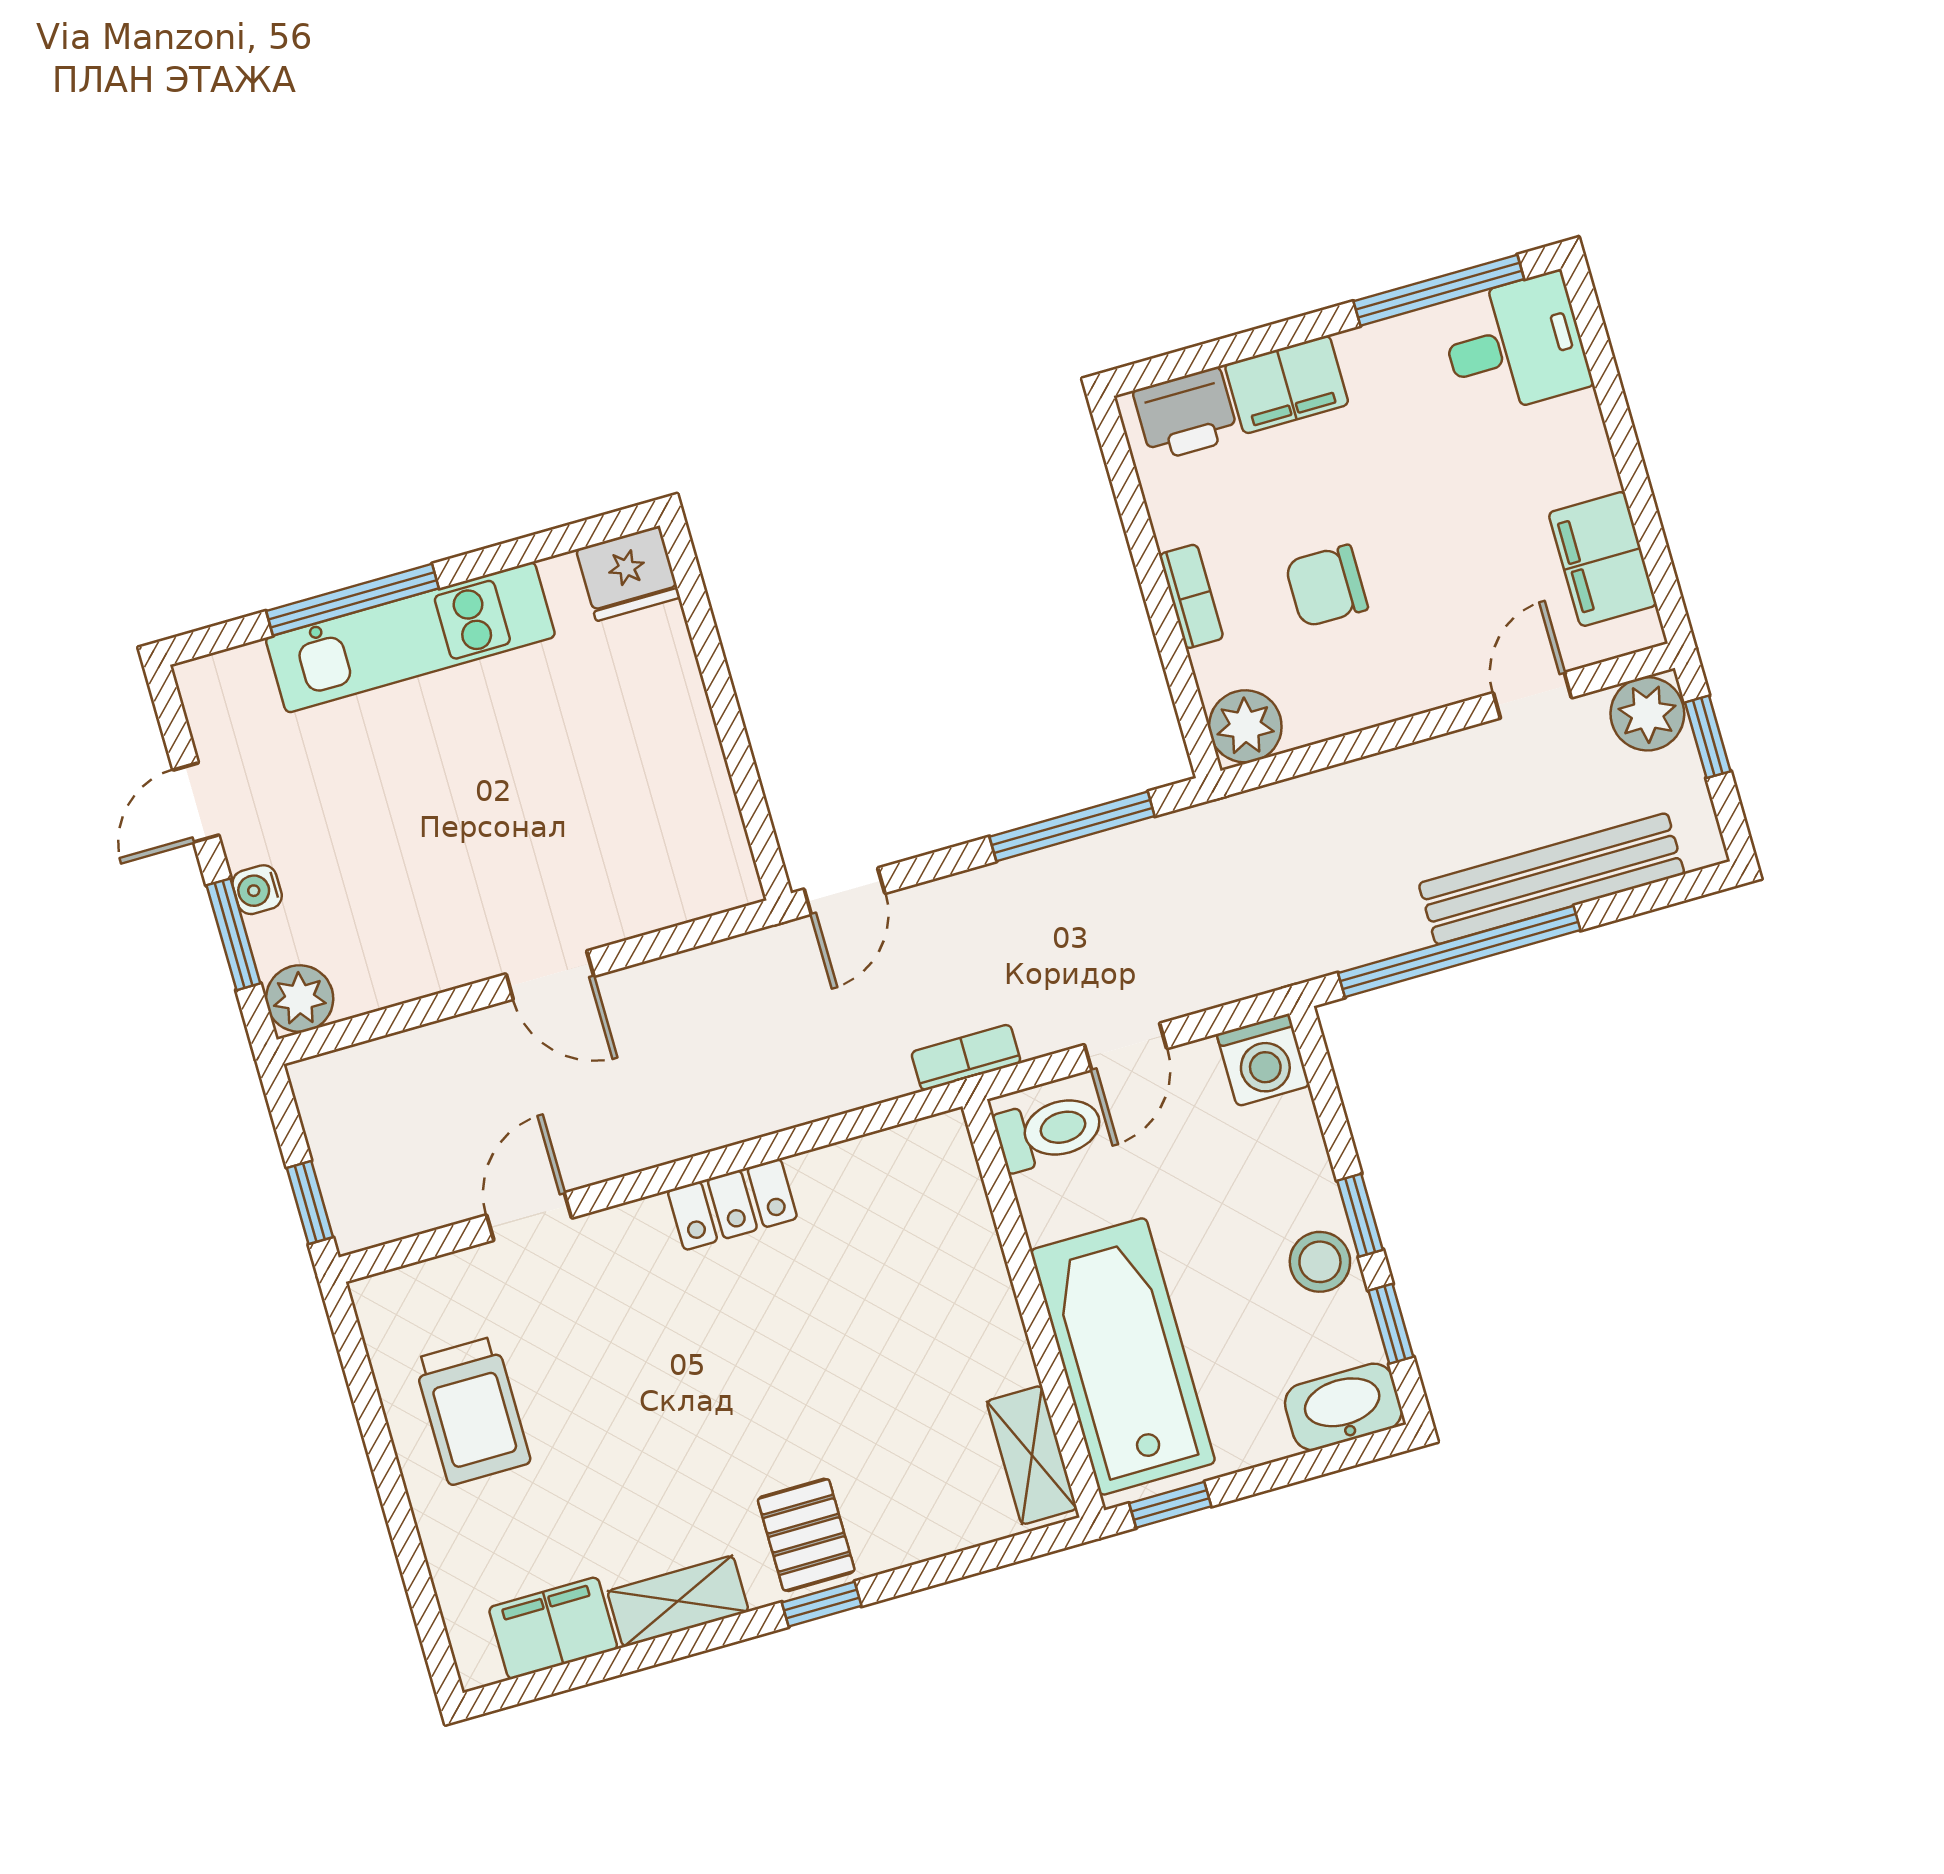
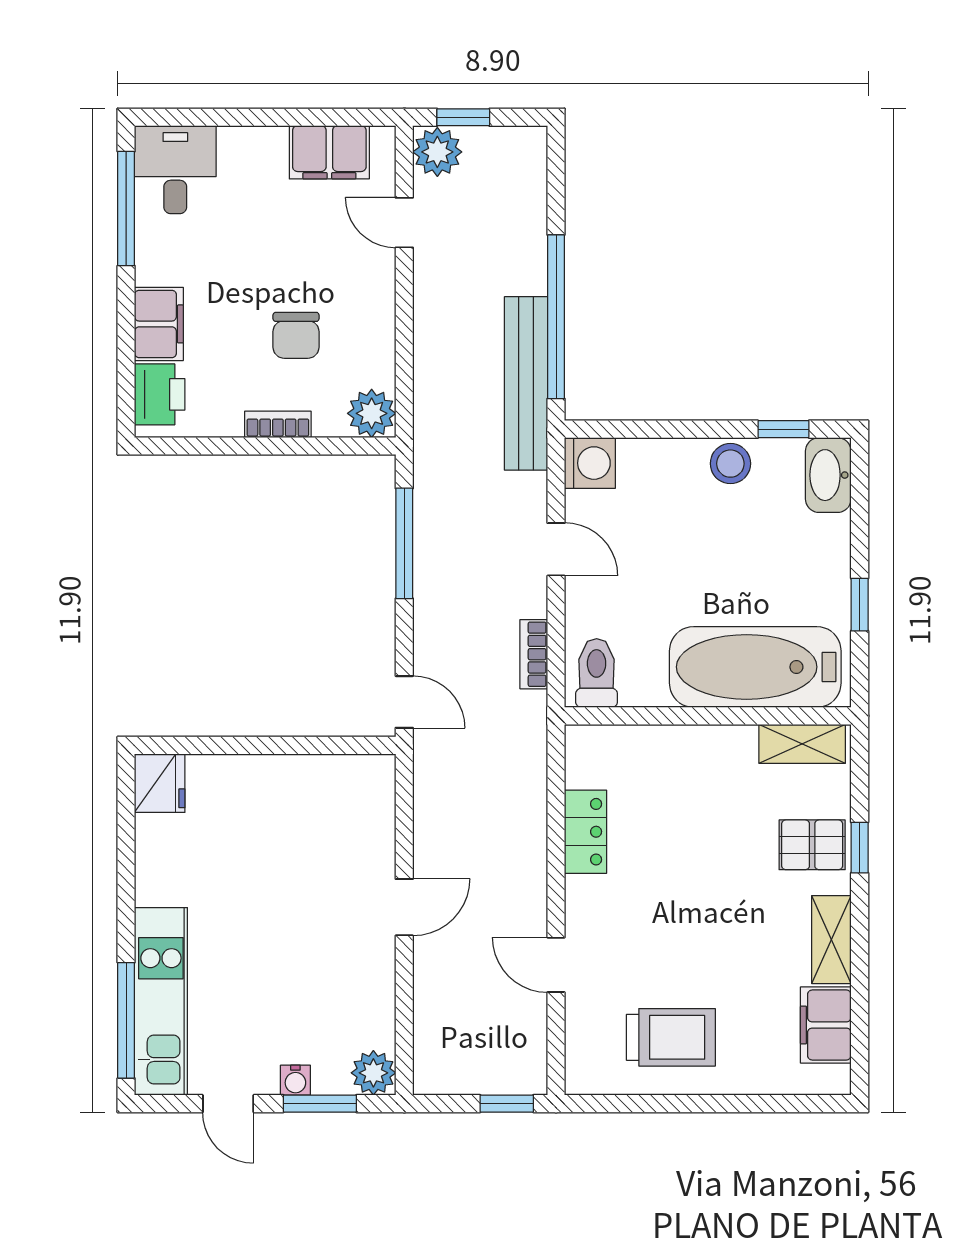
window: (352, 600) -> (126, 1020), moved
kitchen unit: (410, 637) -> (161, 1001), moved
bench: (1552, 879) -> (526, 383), moved
toilet: (1049, 1131) -> (597, 673), moved
window: (1360, 1215) -> (708, 429), removed
wall: (1033, 1308) -> (708, 716), moved
bathtub: (1123, 1356) -> (755, 667), moved
shelving: (1032, 1455) -> (802, 744), moved

